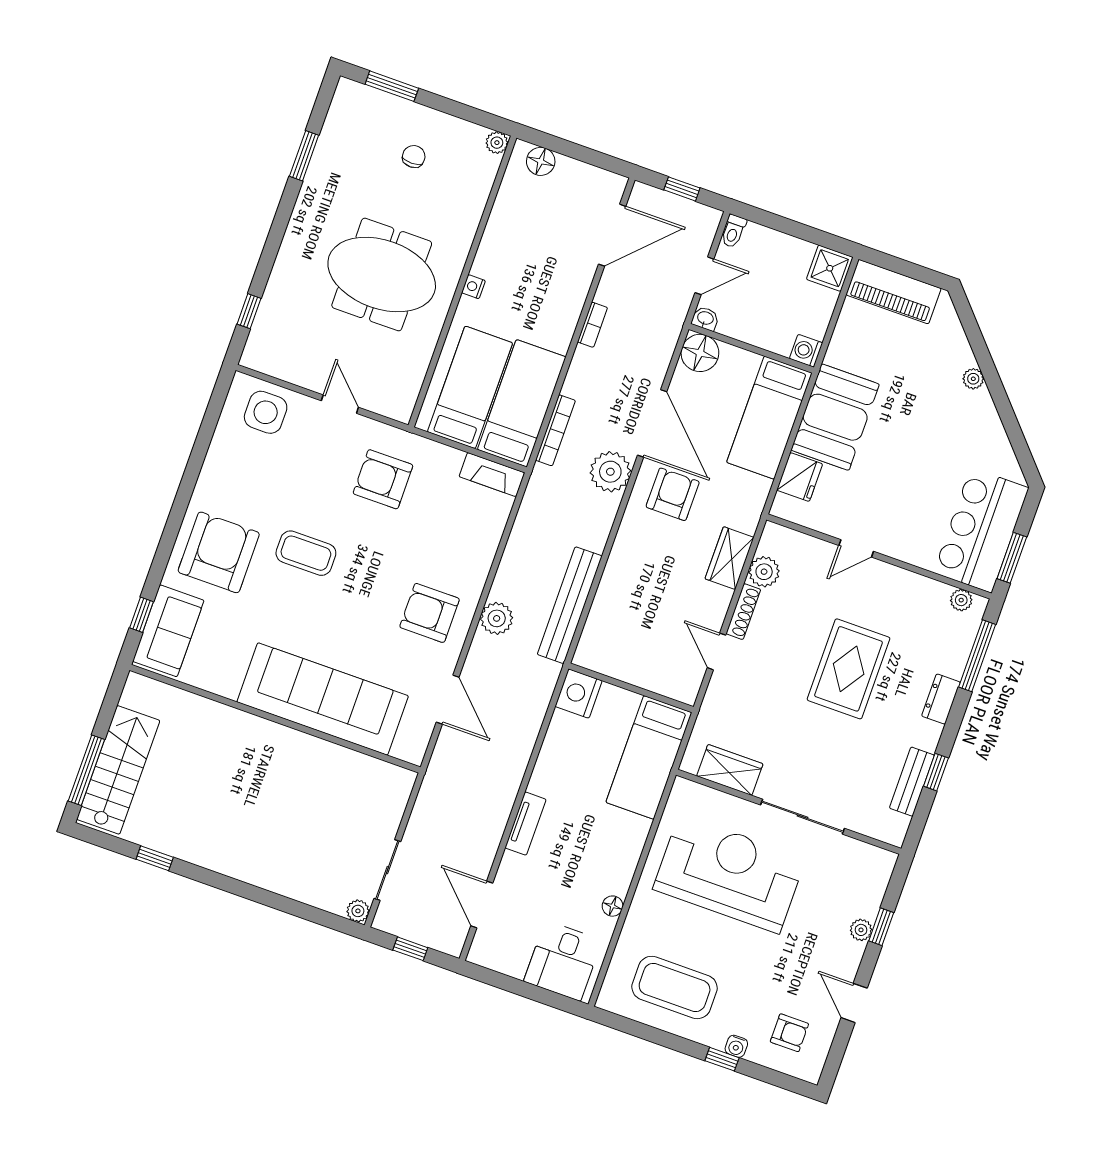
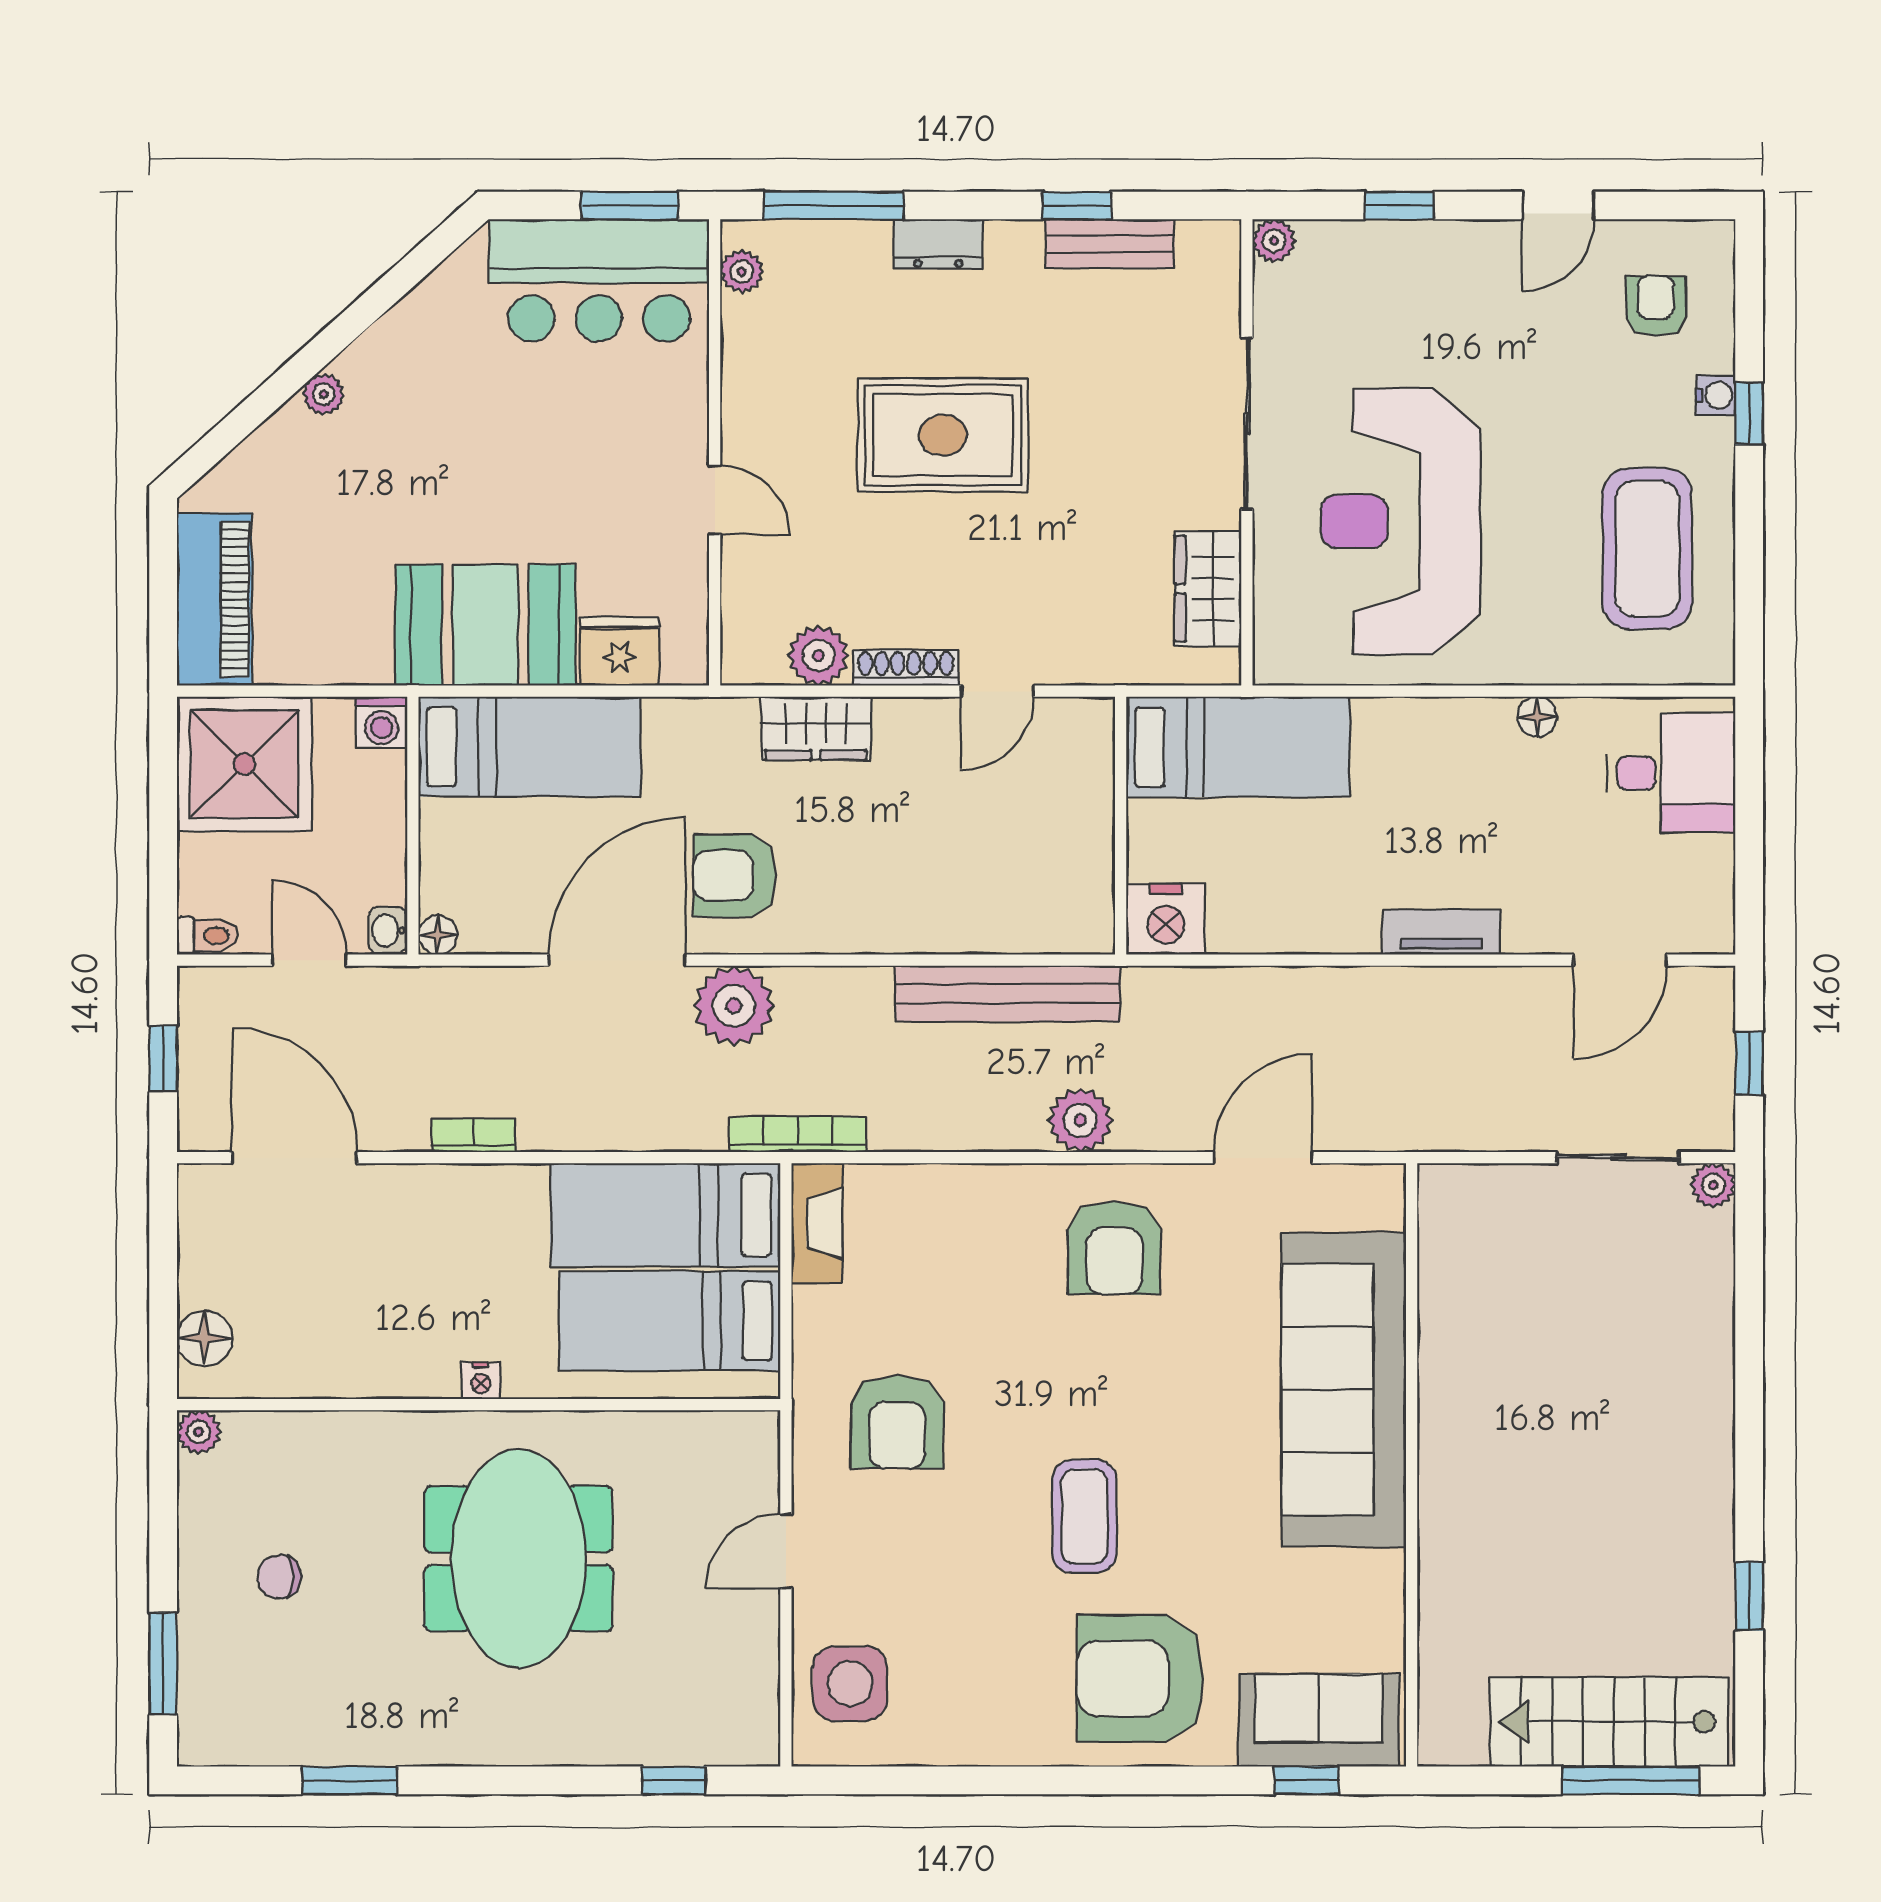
shower: (830, 268) -> (244, 764), width x1.86, depth x1.86
floor lamp: (700, 353) -> (438, 935), width x0.53, depth x0.53
bookcase: (555, 430) -> (798, 1135), moved
plant: (861, 930) -> (1274, 241), moved

